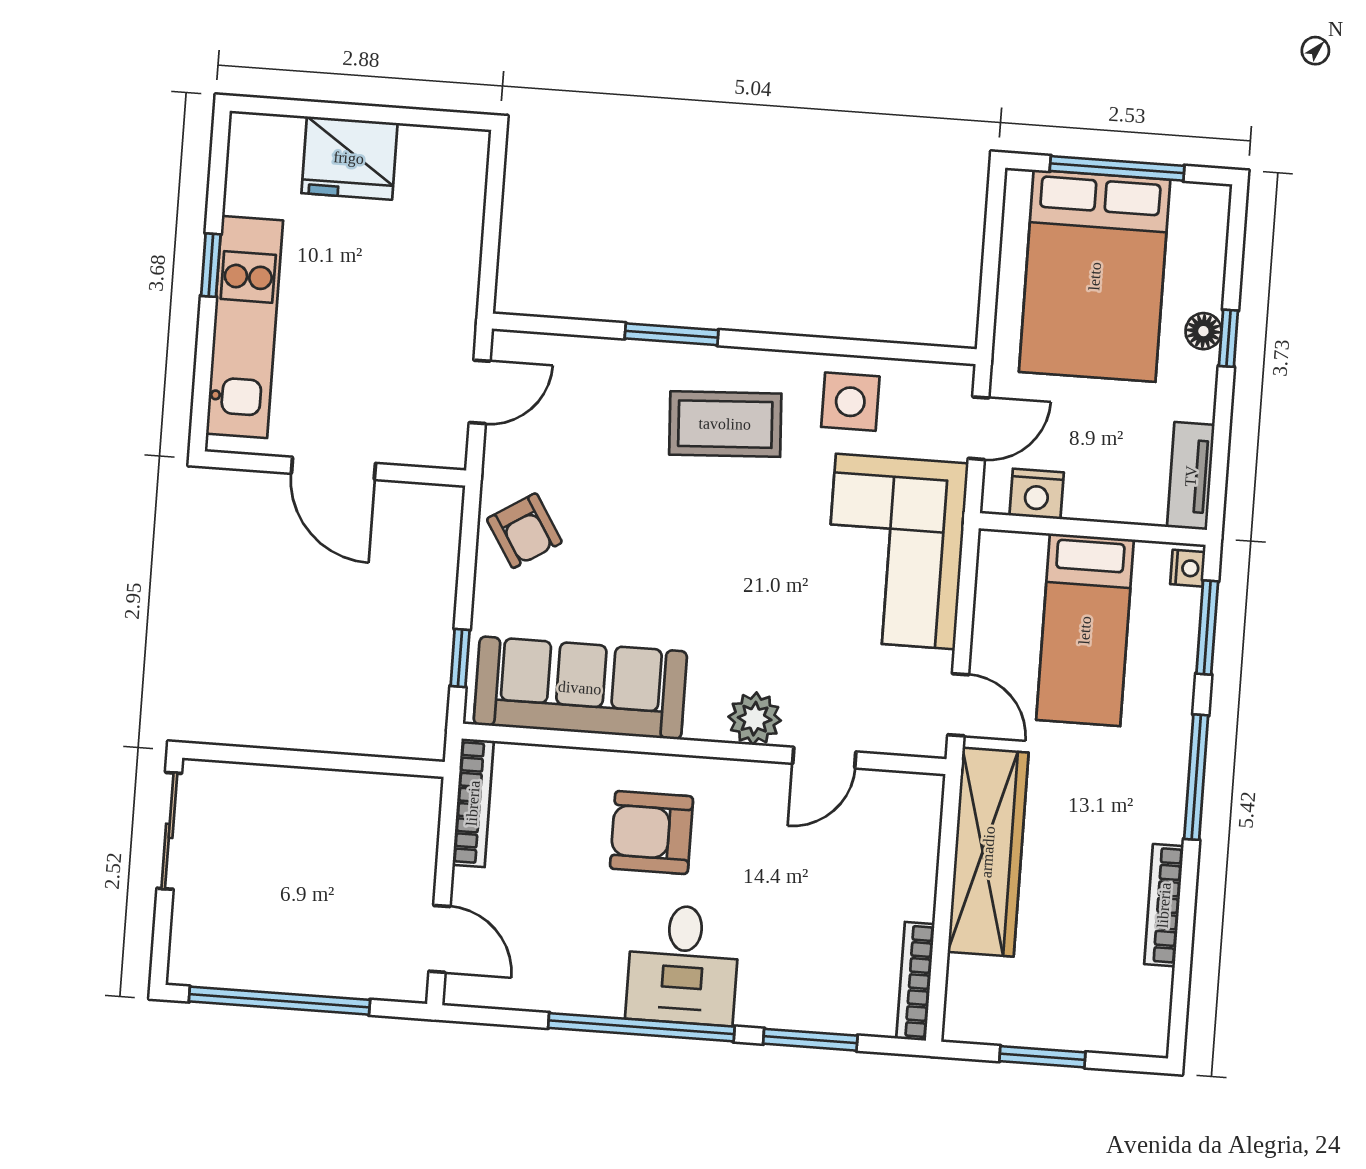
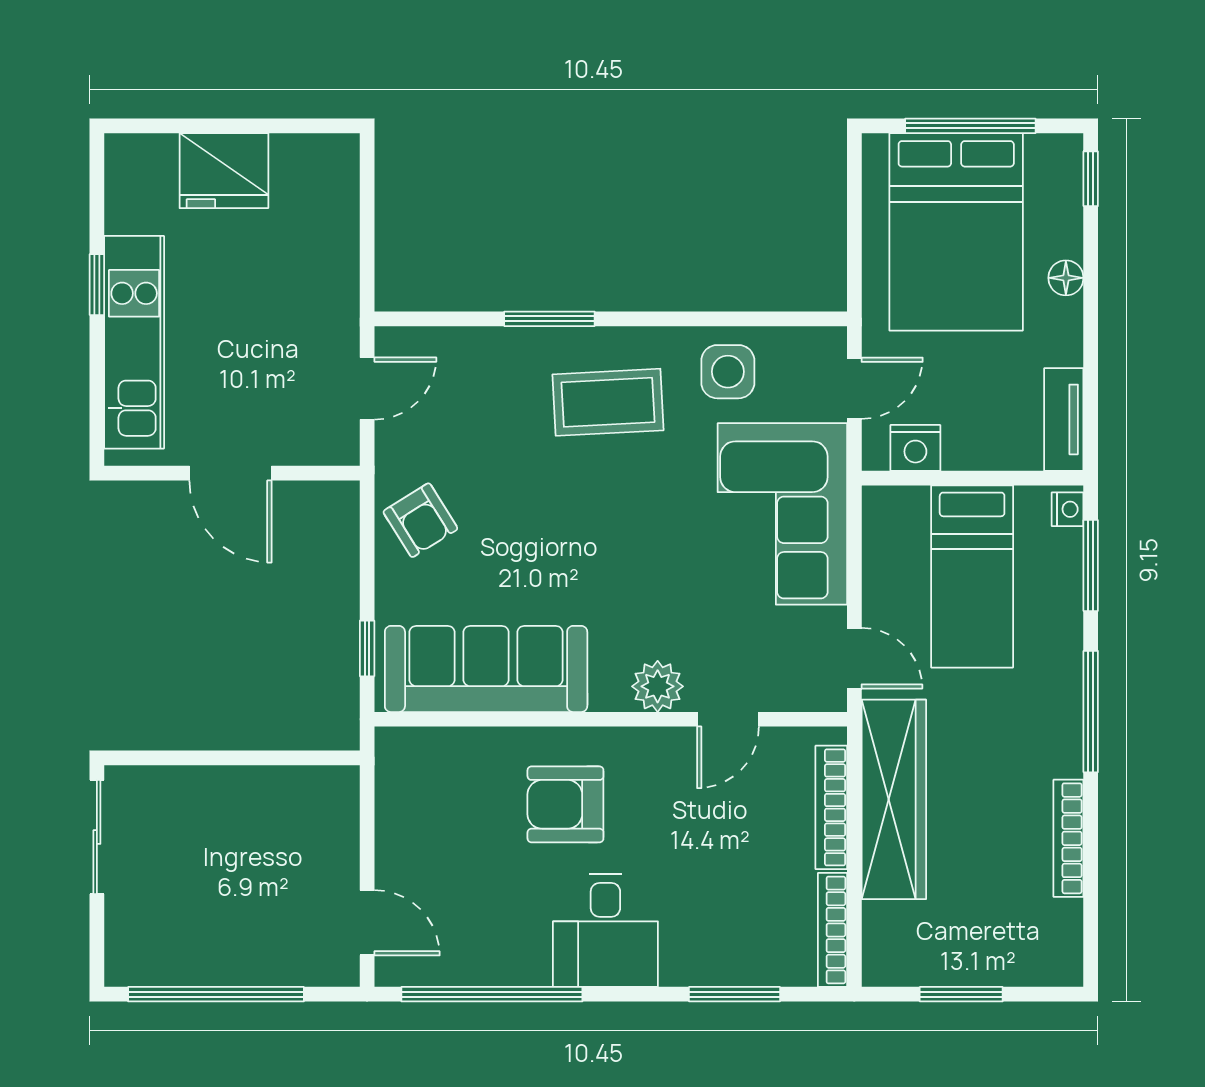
window: (1228, 338) -> (1091, 179), moved
bookcase: (473, 803) -> (831, 807), moved, turned 180
window: (641, 1027) -> (492, 994), moved

